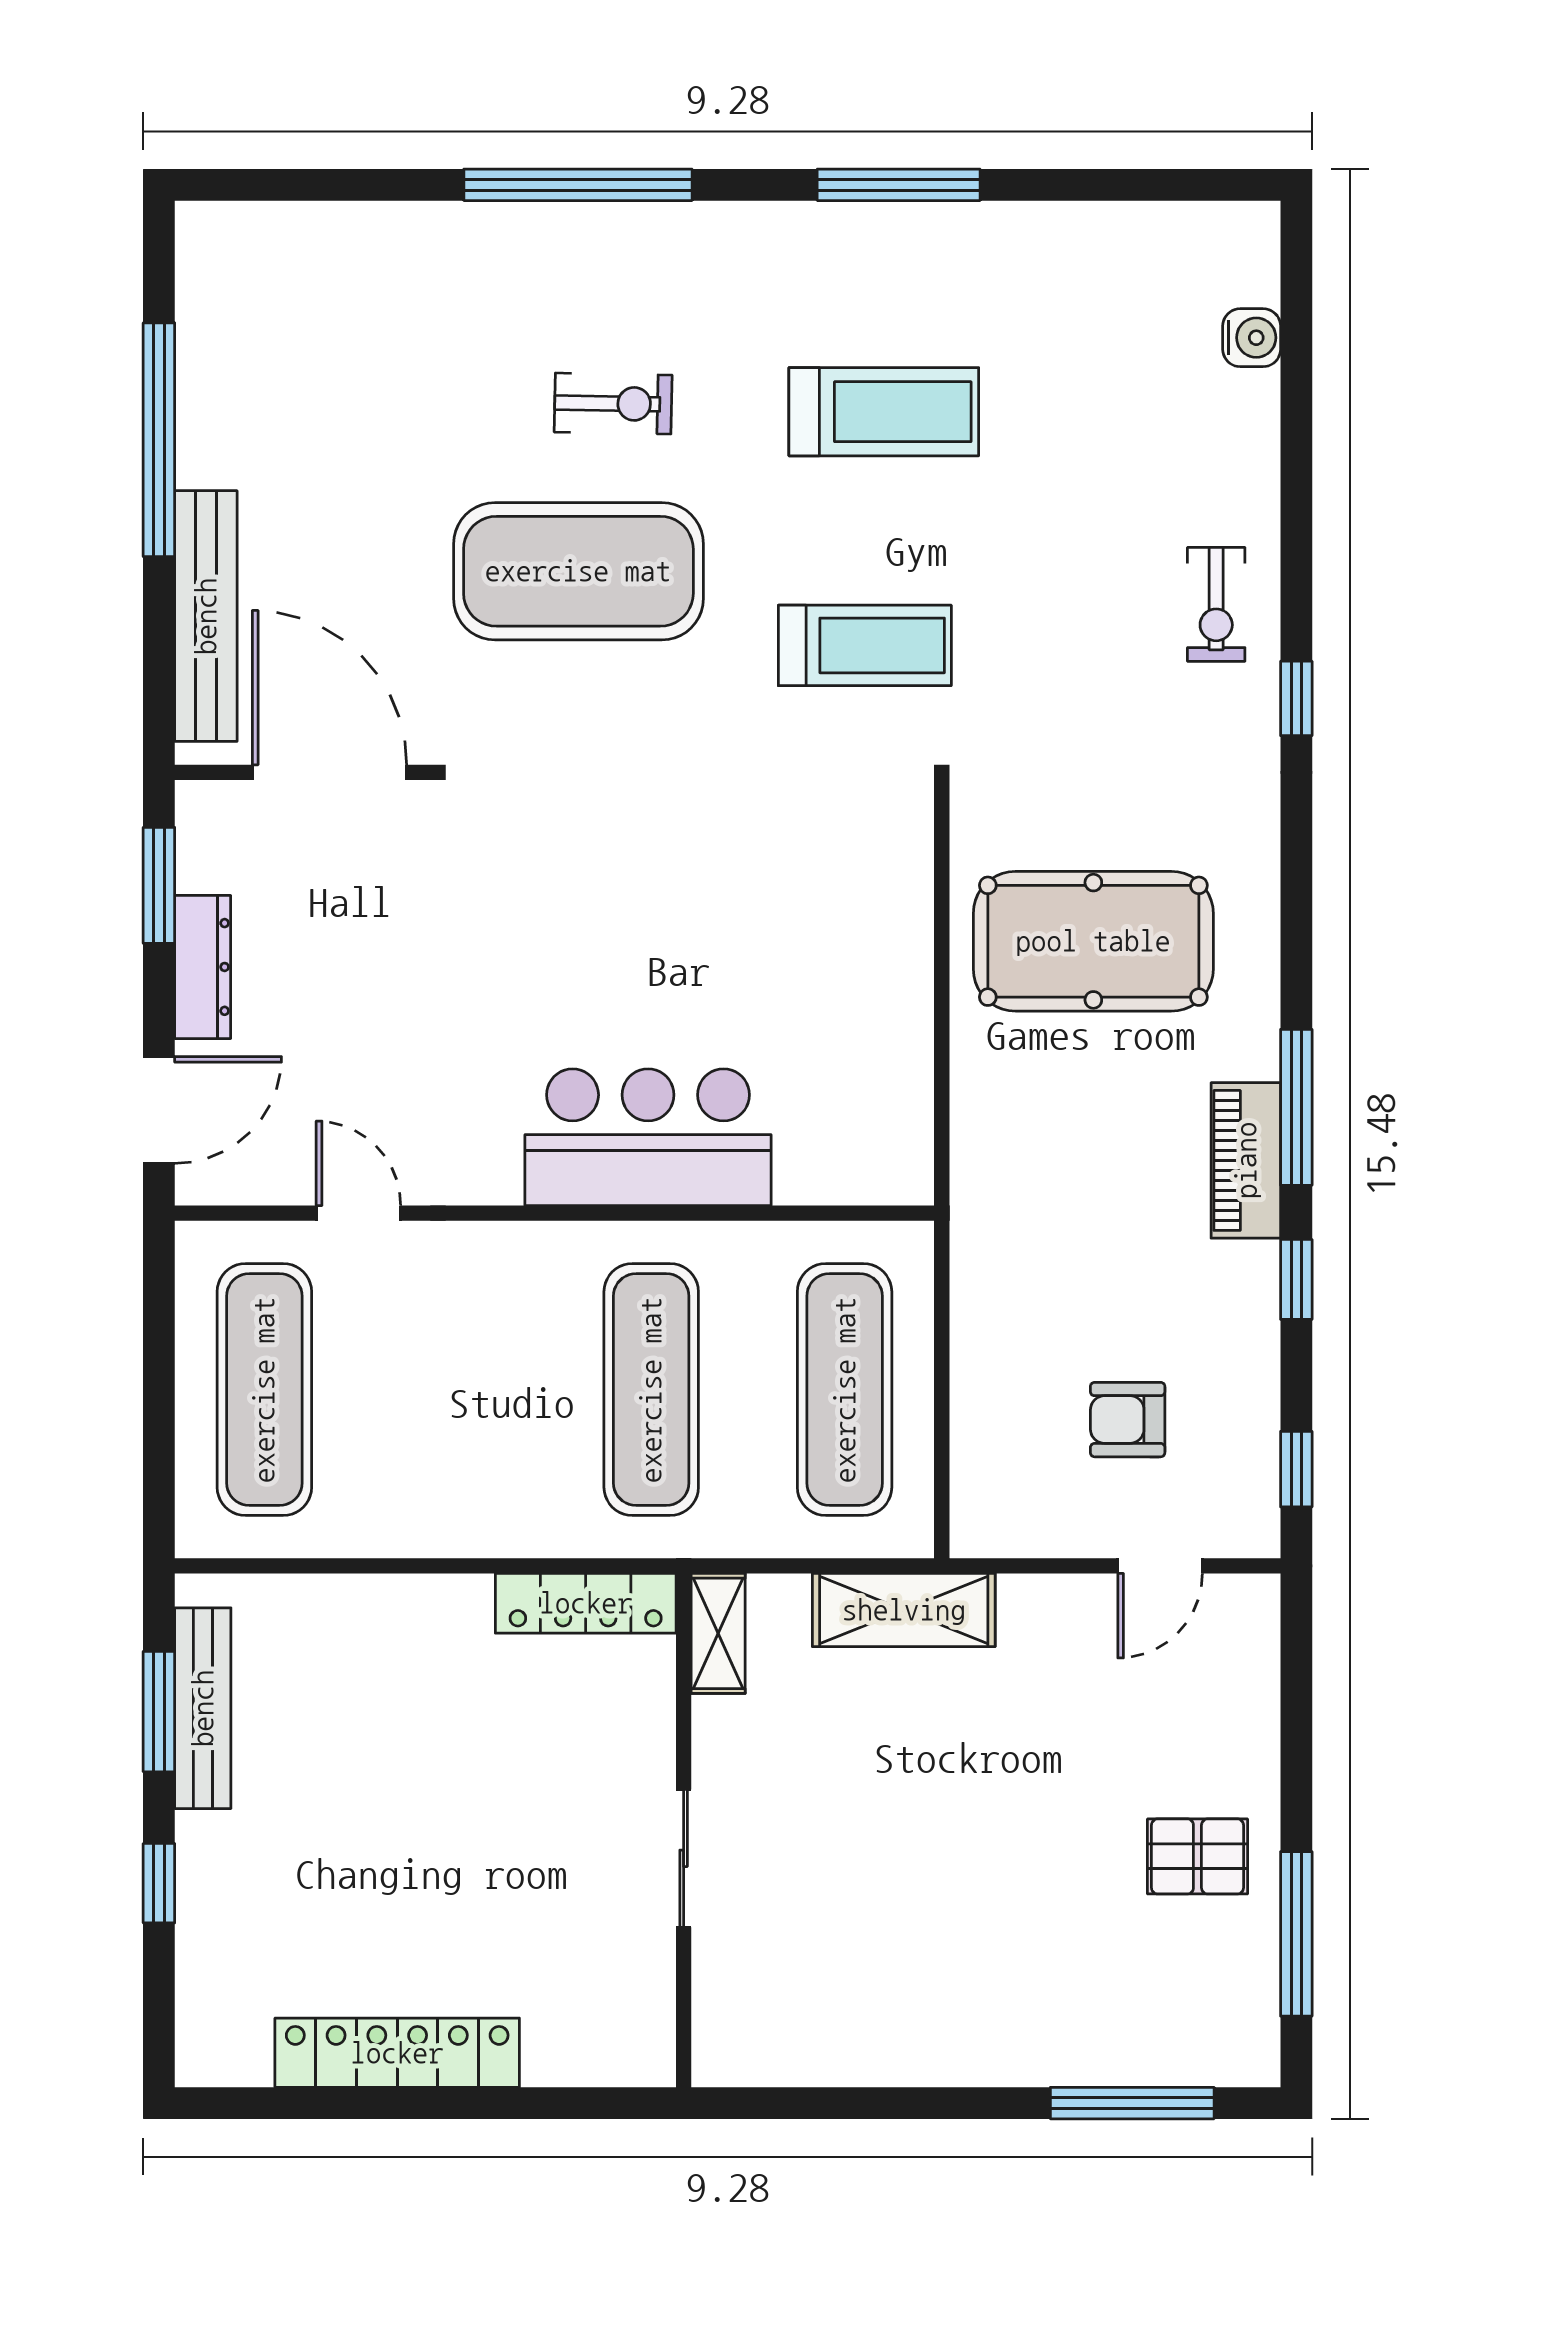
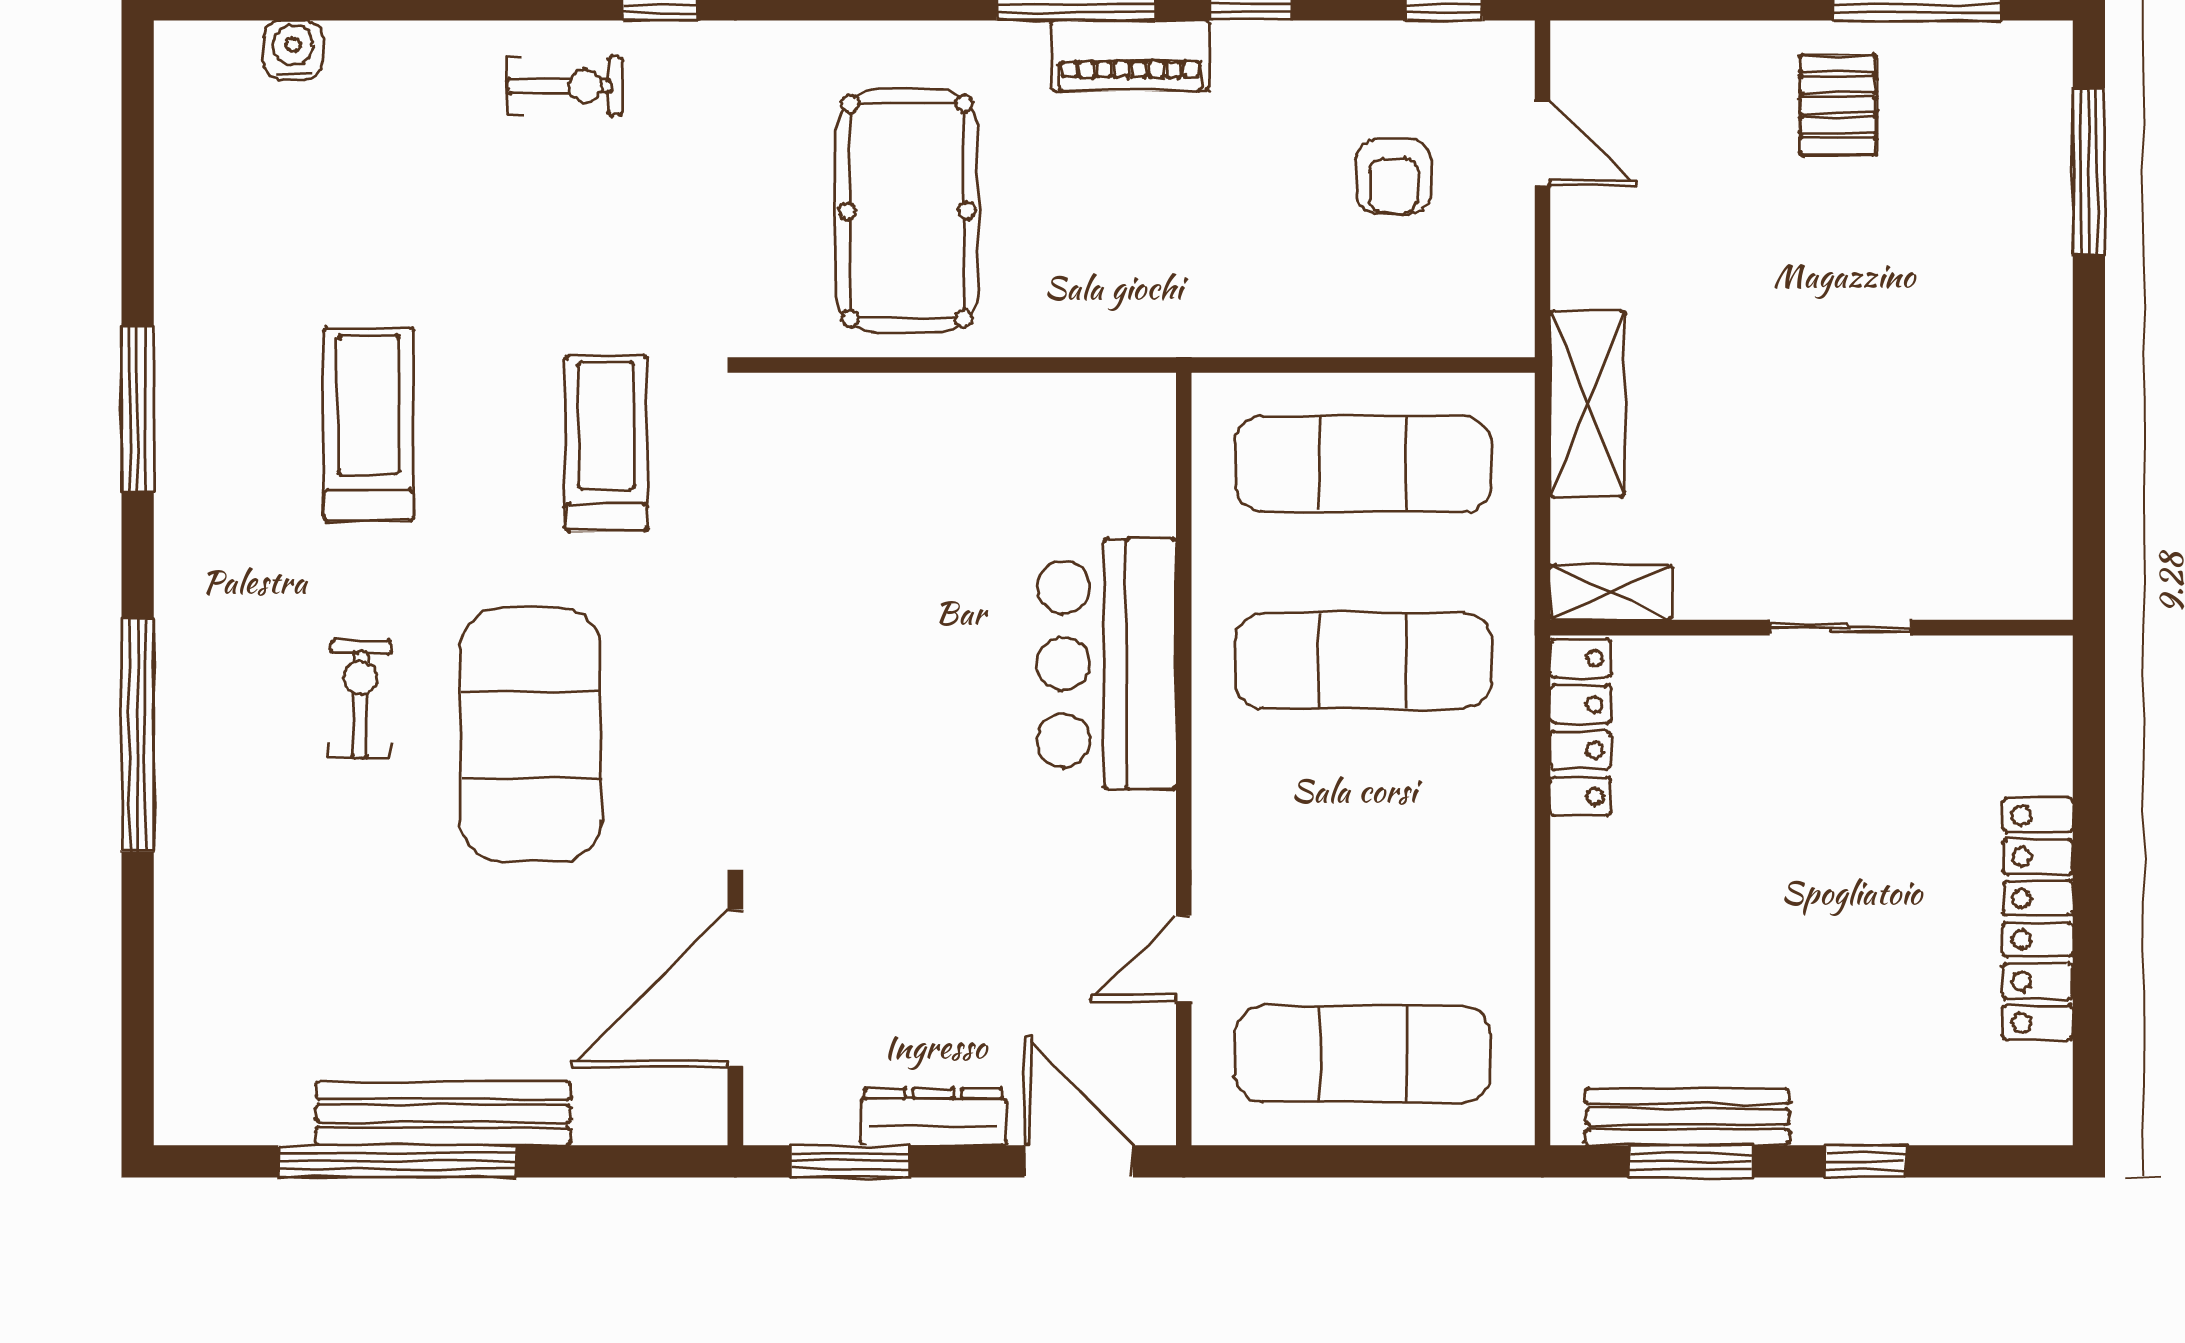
bench: (206, 616) -> (443, 1114), moved

